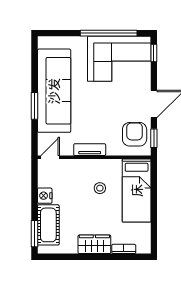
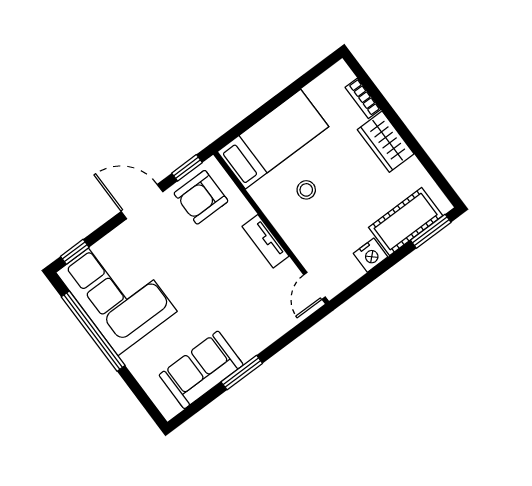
sofa: (54, 91) -> (201, 370), width x0.54, depth x0.79
window: (34, 106) -> (242, 373), moved
door: (50, 157) -> (314, 286), hinge flipped

